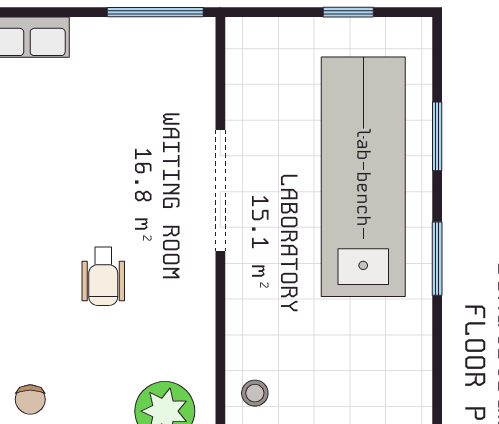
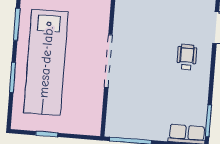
wheelchair: (103, 276) -> (187, 57), moved

